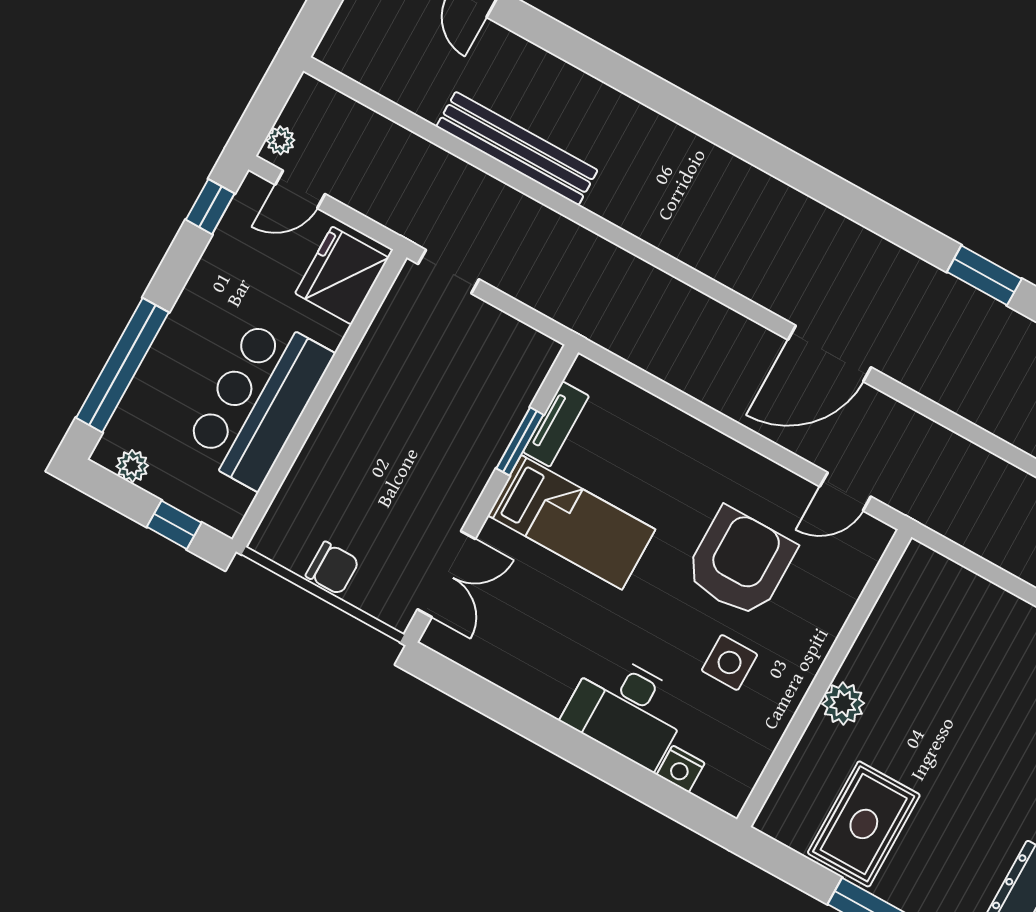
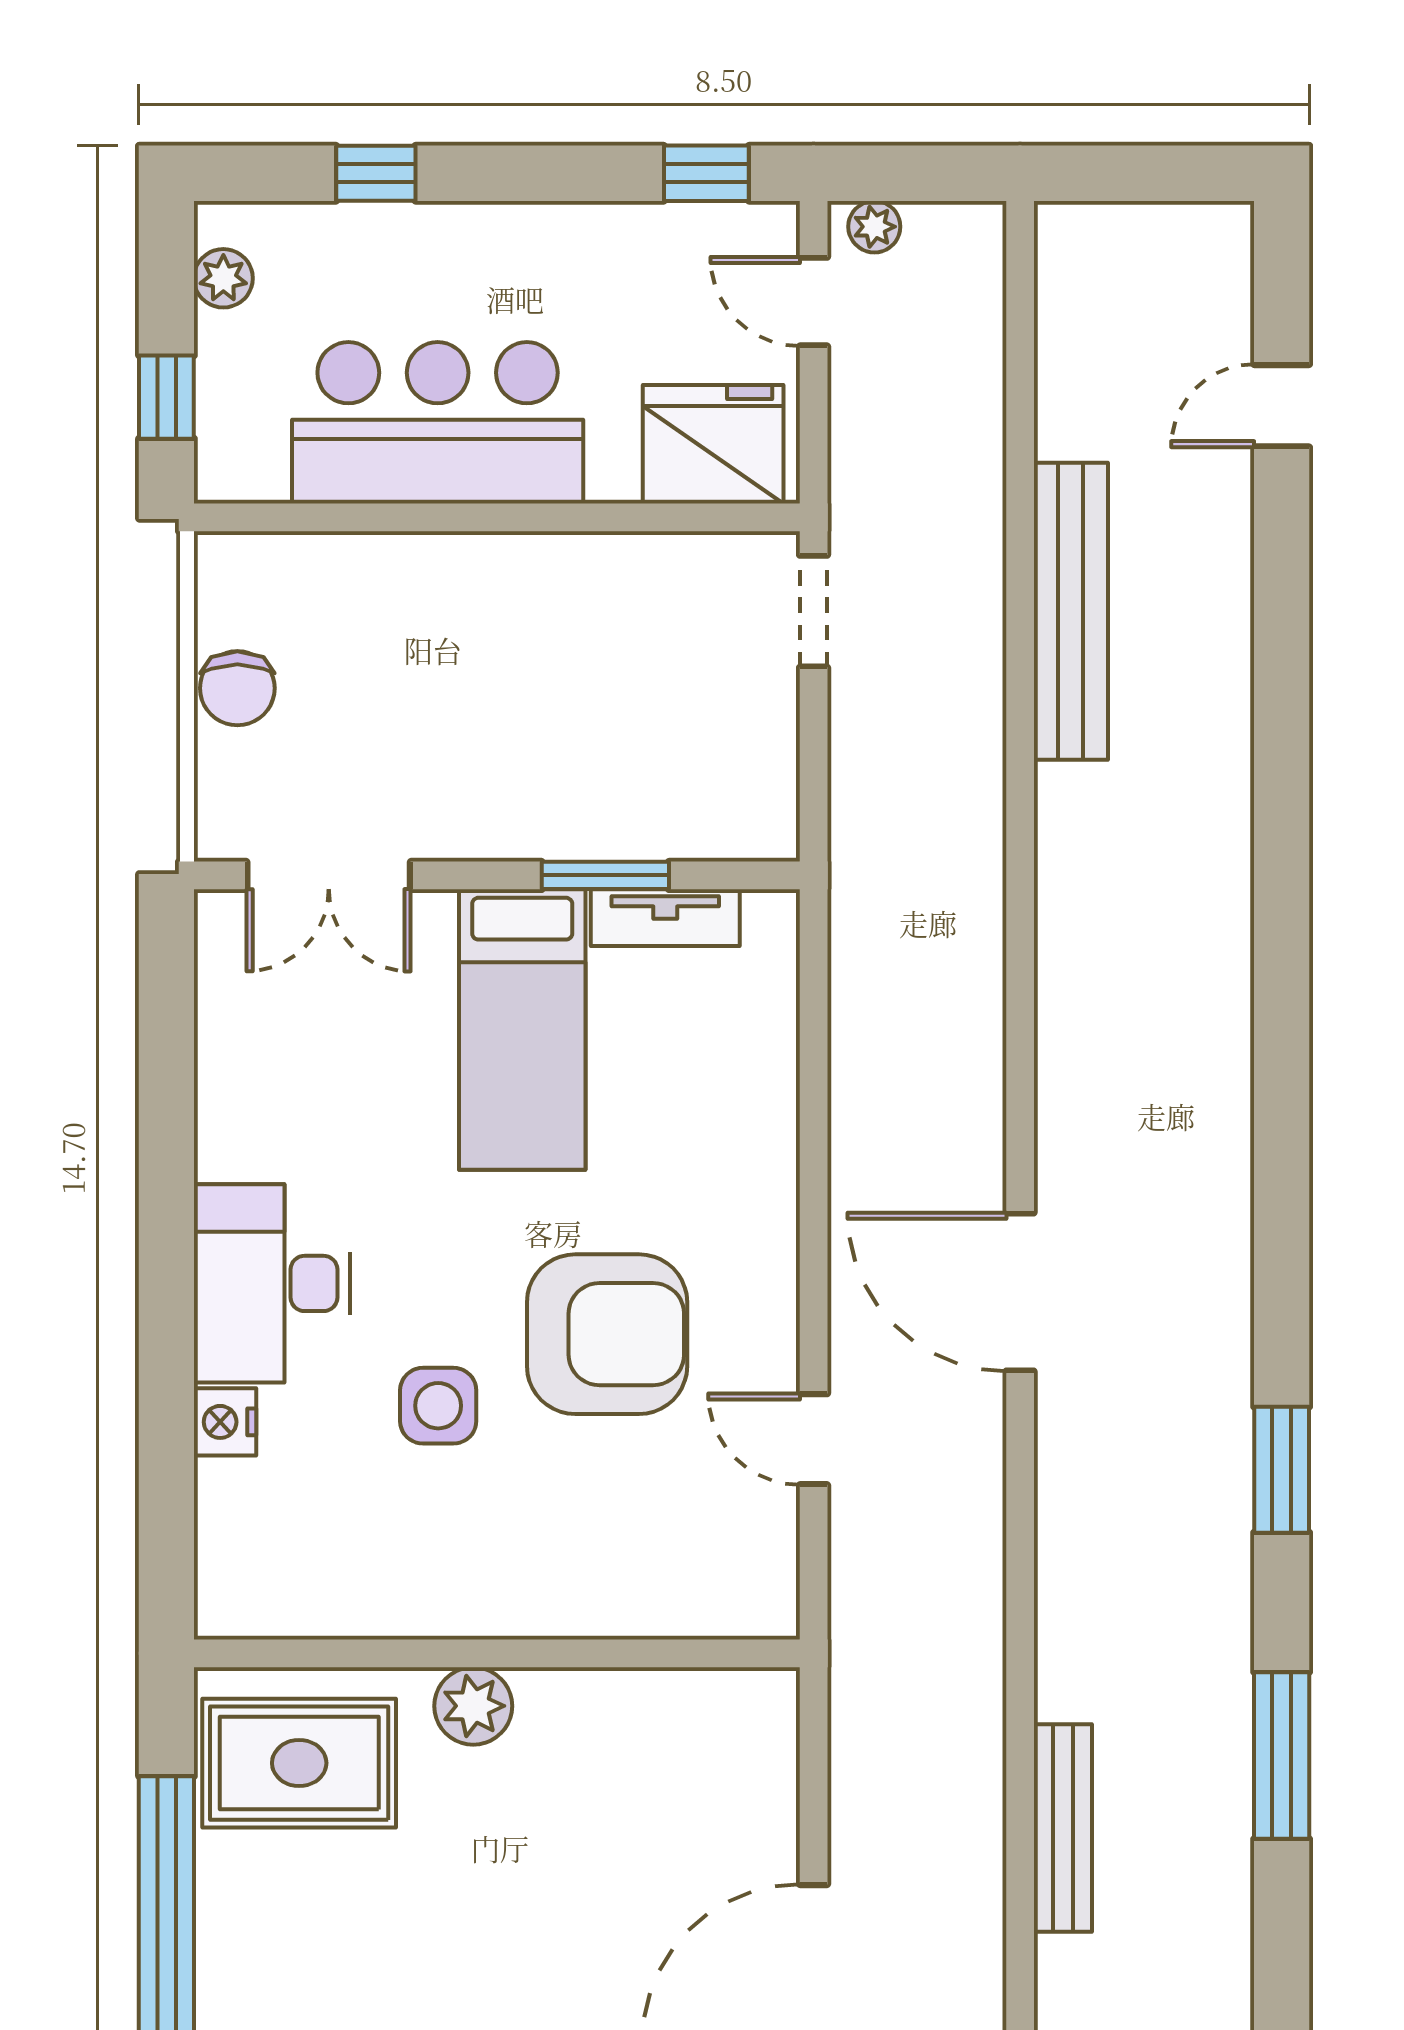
window: (122, 365) -> (376, 173), width x0.32
wall: (824, 678) -> (497, 1653), moved
plant: (843, 703) -> (473, 1706), moved

